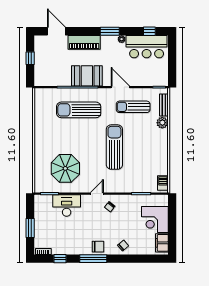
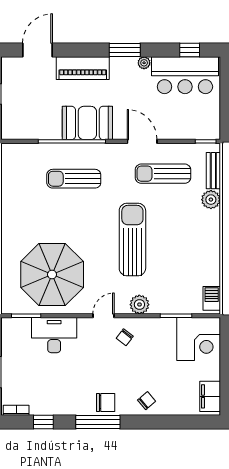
door: (56, 31) -> (37, 50), hinge flipped
sun lounger: (79, 110) -> (74, 179), width x0.73, depth x0.75
parasol: (65, 168) -> (52, 274), width x1.36, depth x1.36
plant: (119, 187) -> (139, 305), added
corner desk: (155, 220) -> (199, 339), moved, turned -90

